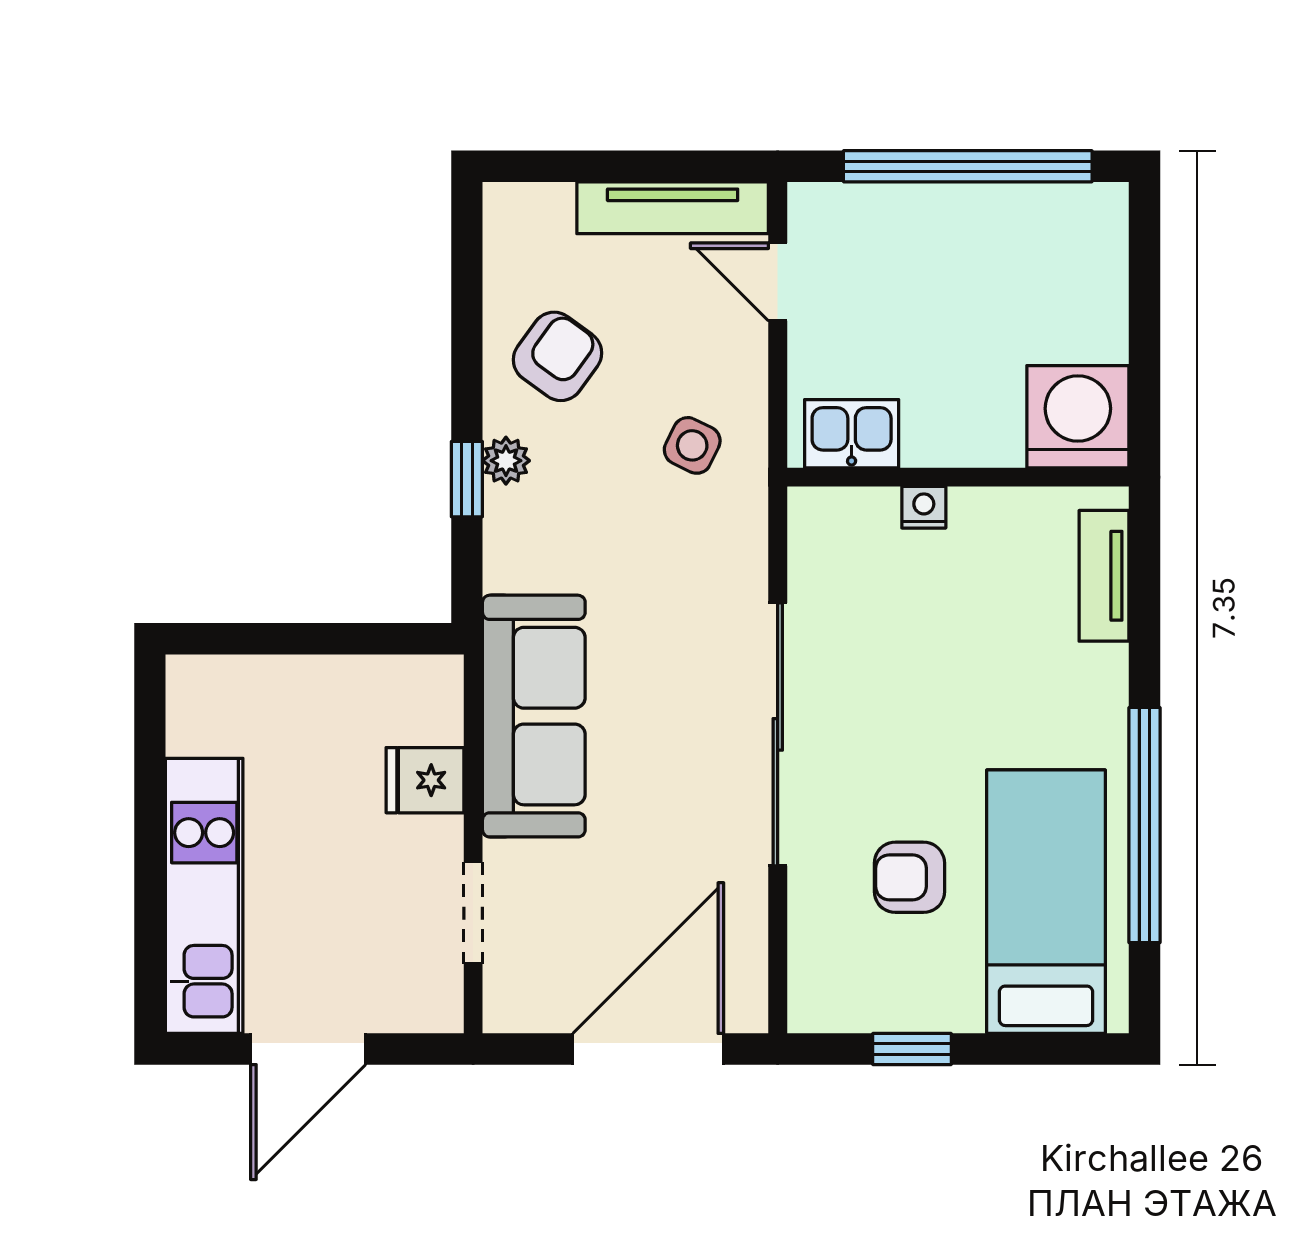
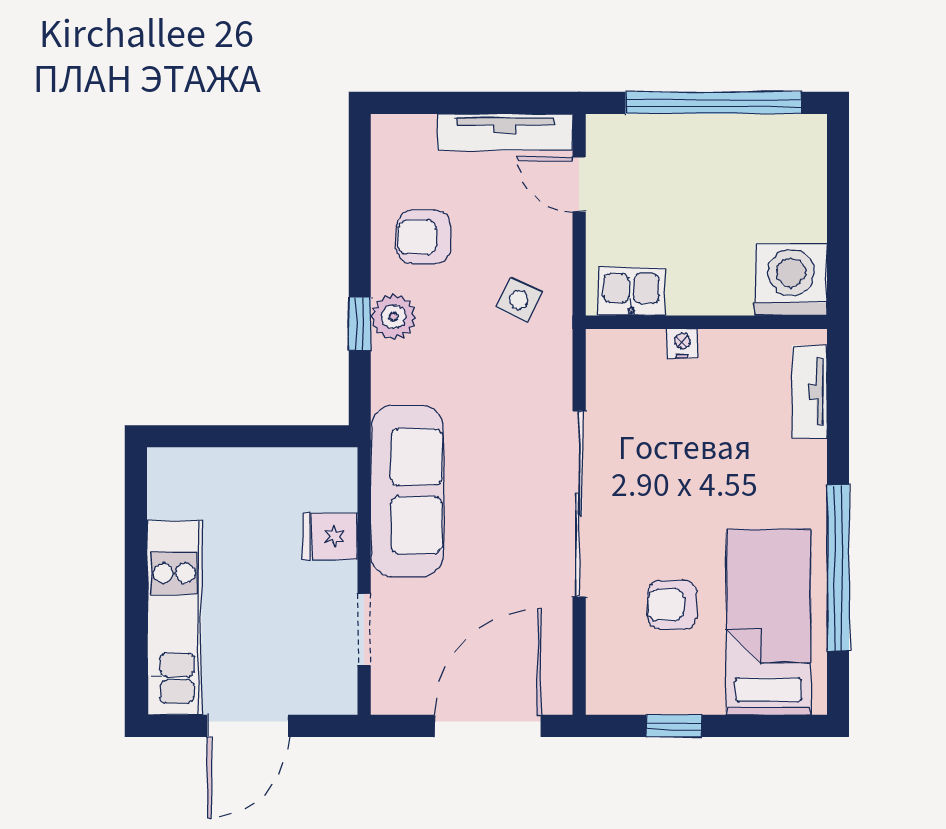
armchair: (557, 356) -> (424, 237), turned -126
plant: (506, 461) -> (394, 317), width x1.38, depth x1.38

